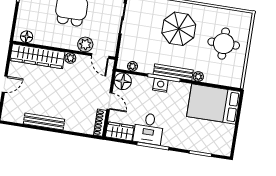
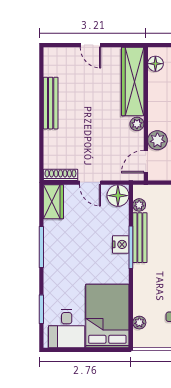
bench: (173, 72) -> (140, 238), moved
plant: (198, 77) -> (139, 323), moved
door: (110, 101) -> (90, 183), hinge flipped
desk: (149, 129) -> (67, 329), moved, turned -90

